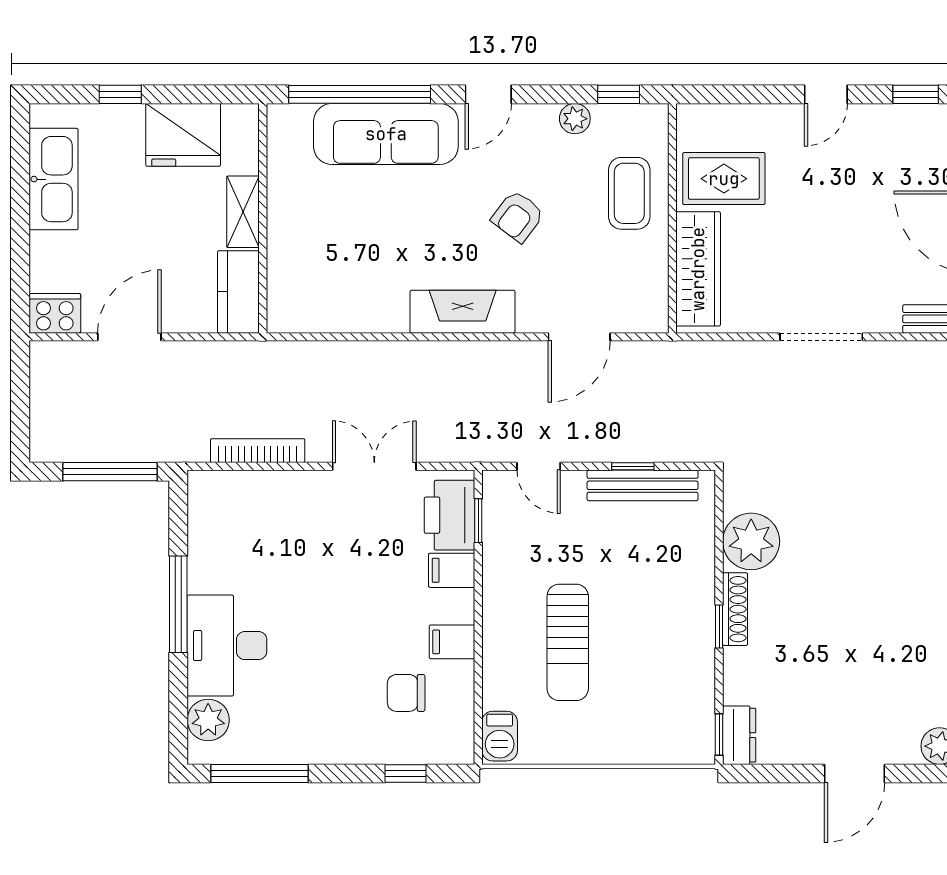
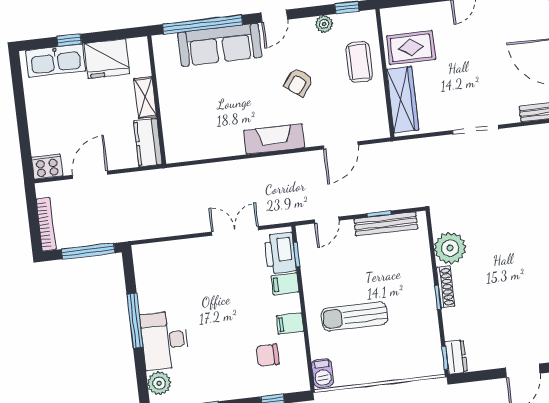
kitchen sink: (54, 179) -> (56, 61), moved, turned 90
bookcase: (258, 451) -> (46, 224), moved, turned 90
door: (539, 466) -> (327, 220), hinge flipped
sun lounger: (568, 642) -> (354, 316), turned 90

